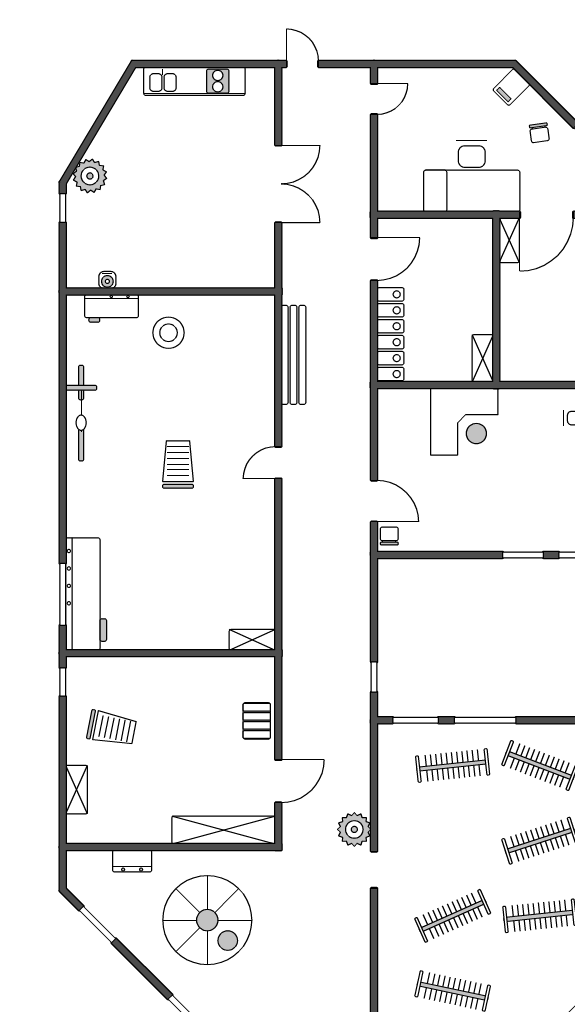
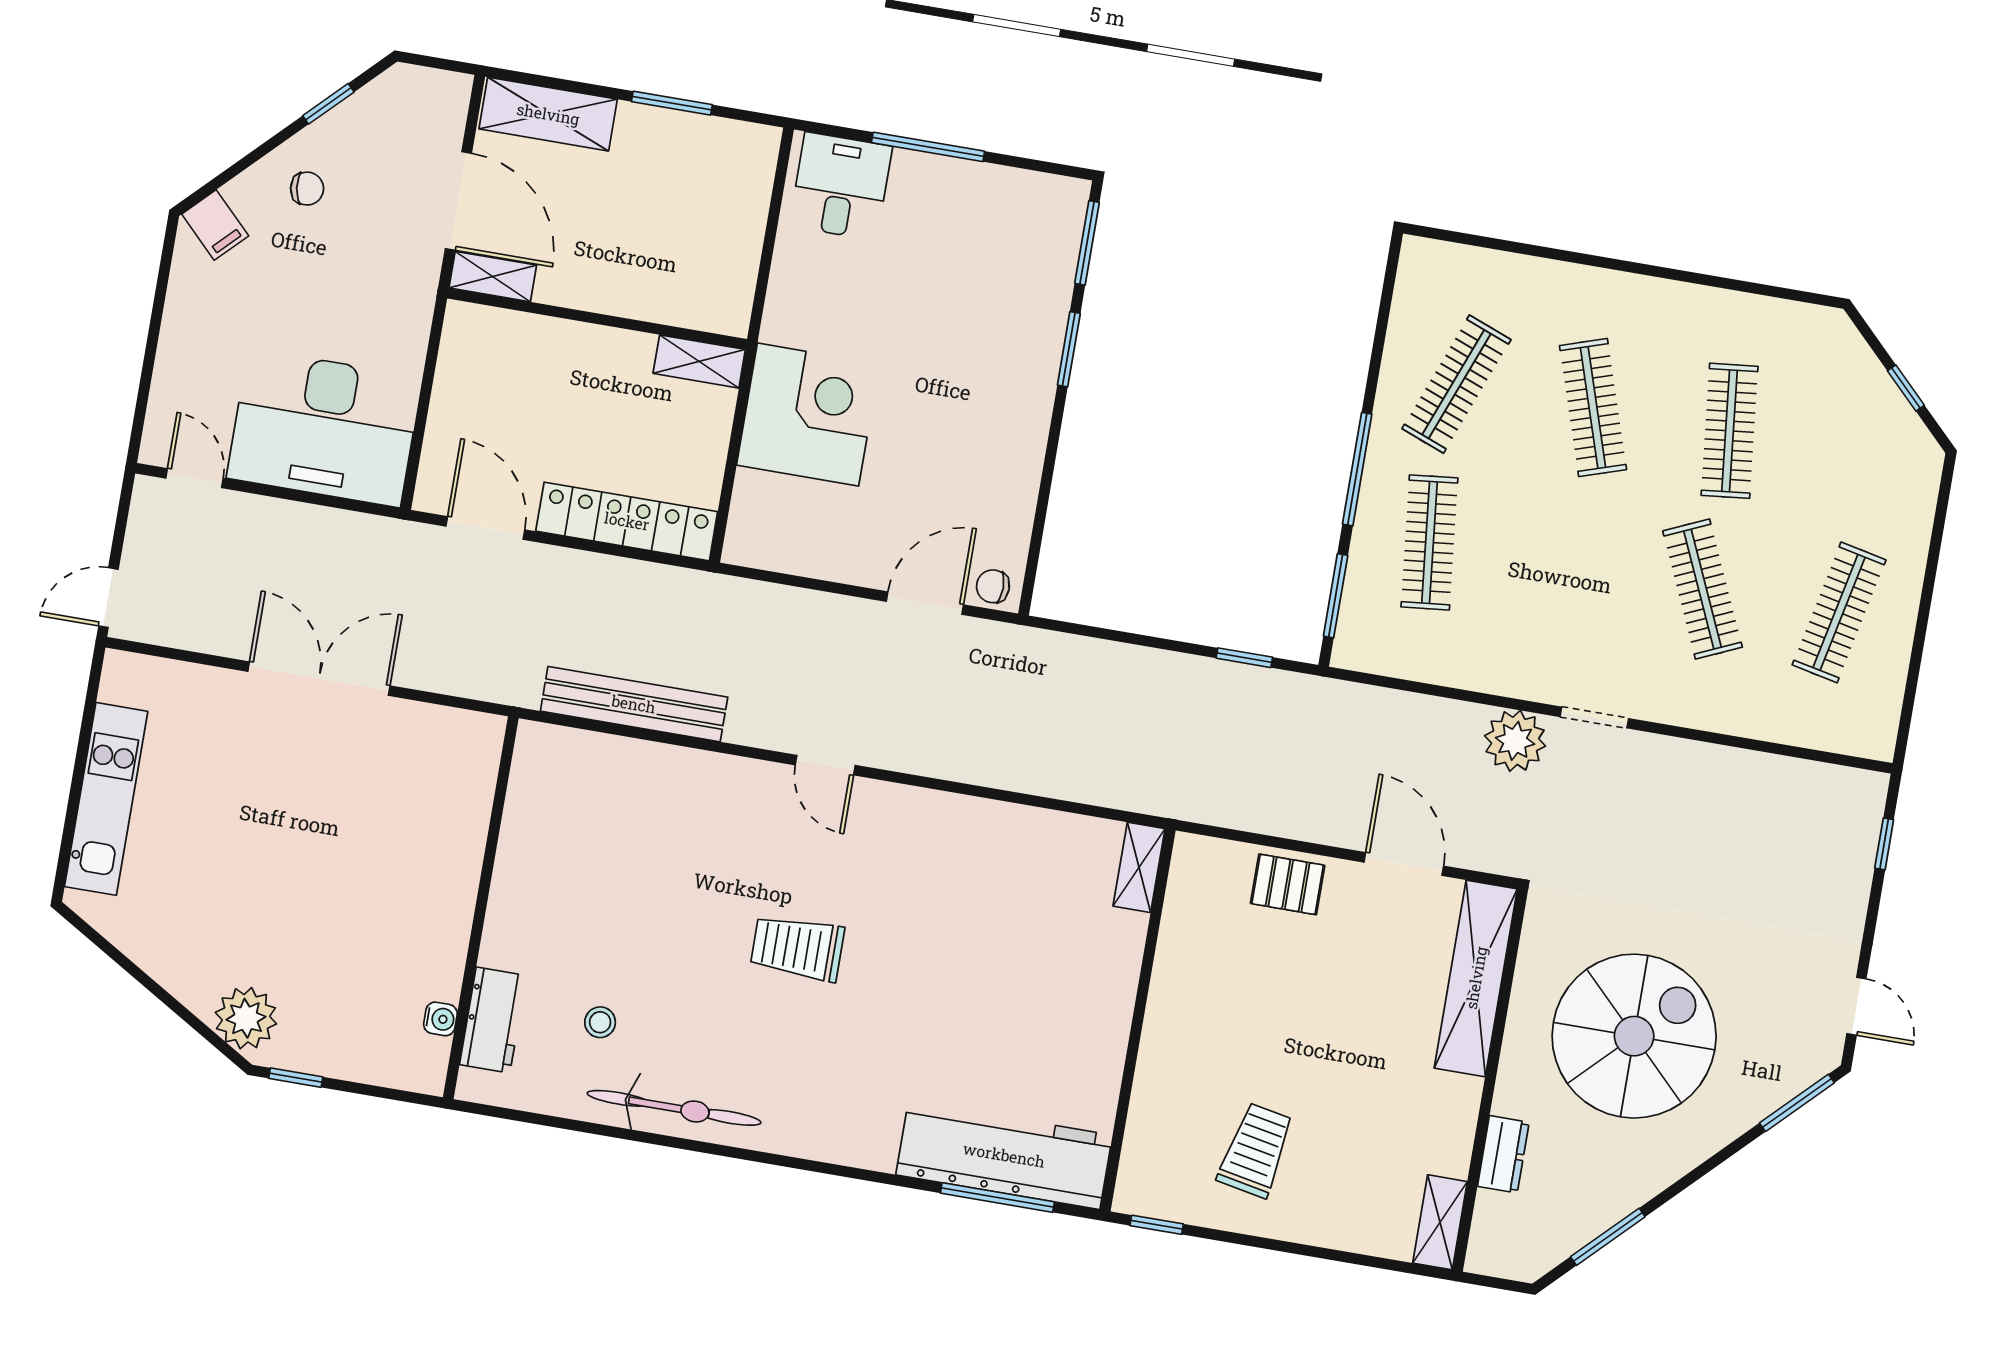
desk: (472, 176) -> (324, 428), moved, turned 90
stool: (169, 333) -> (600, 1022), moved, width x0.53, depth x0.53
shelving: (77, 790) -> (1440, 1222), moved, turned 90

